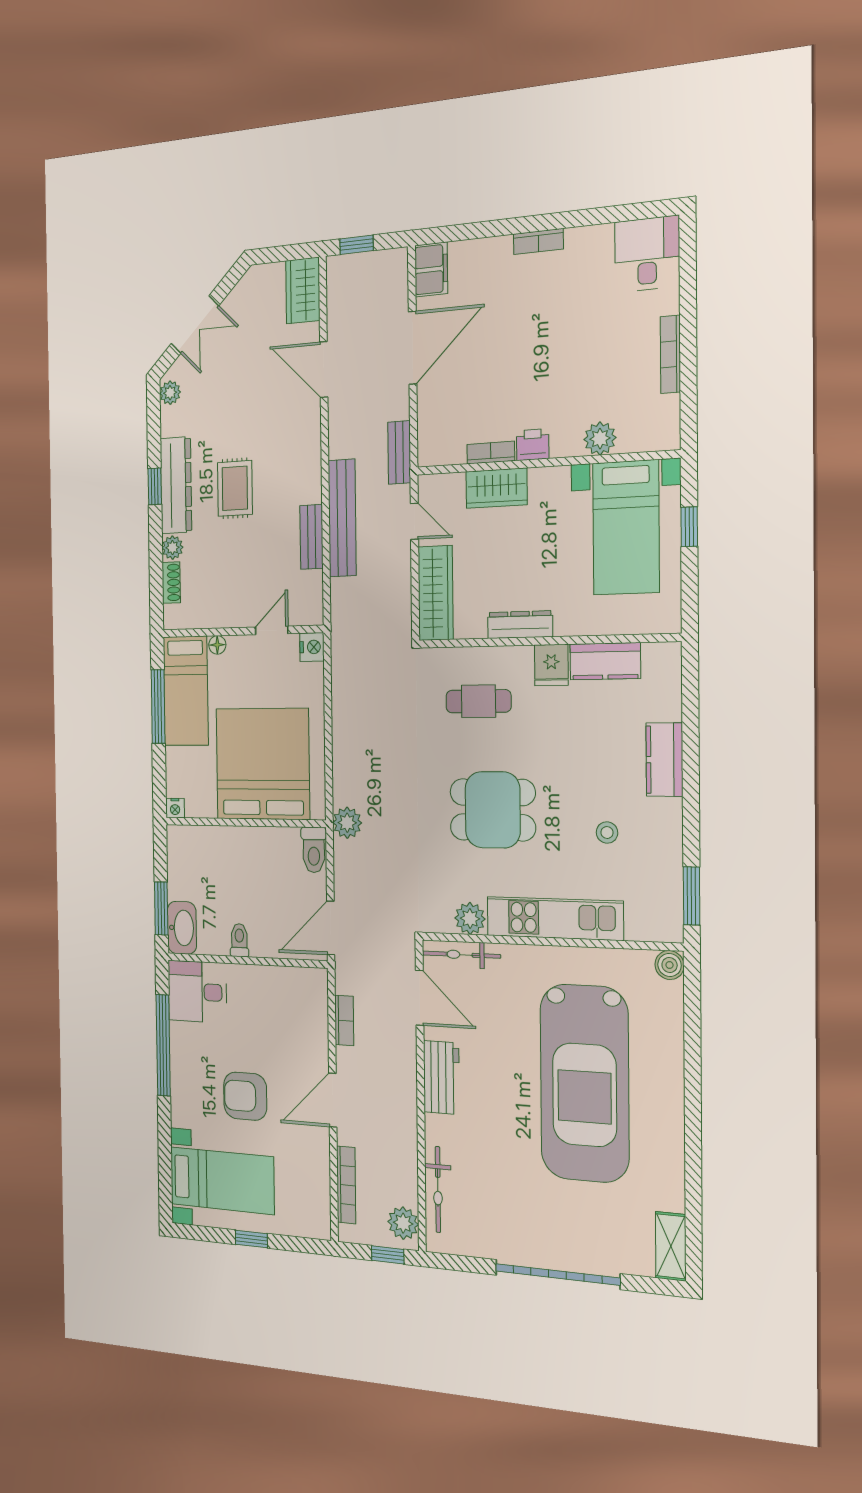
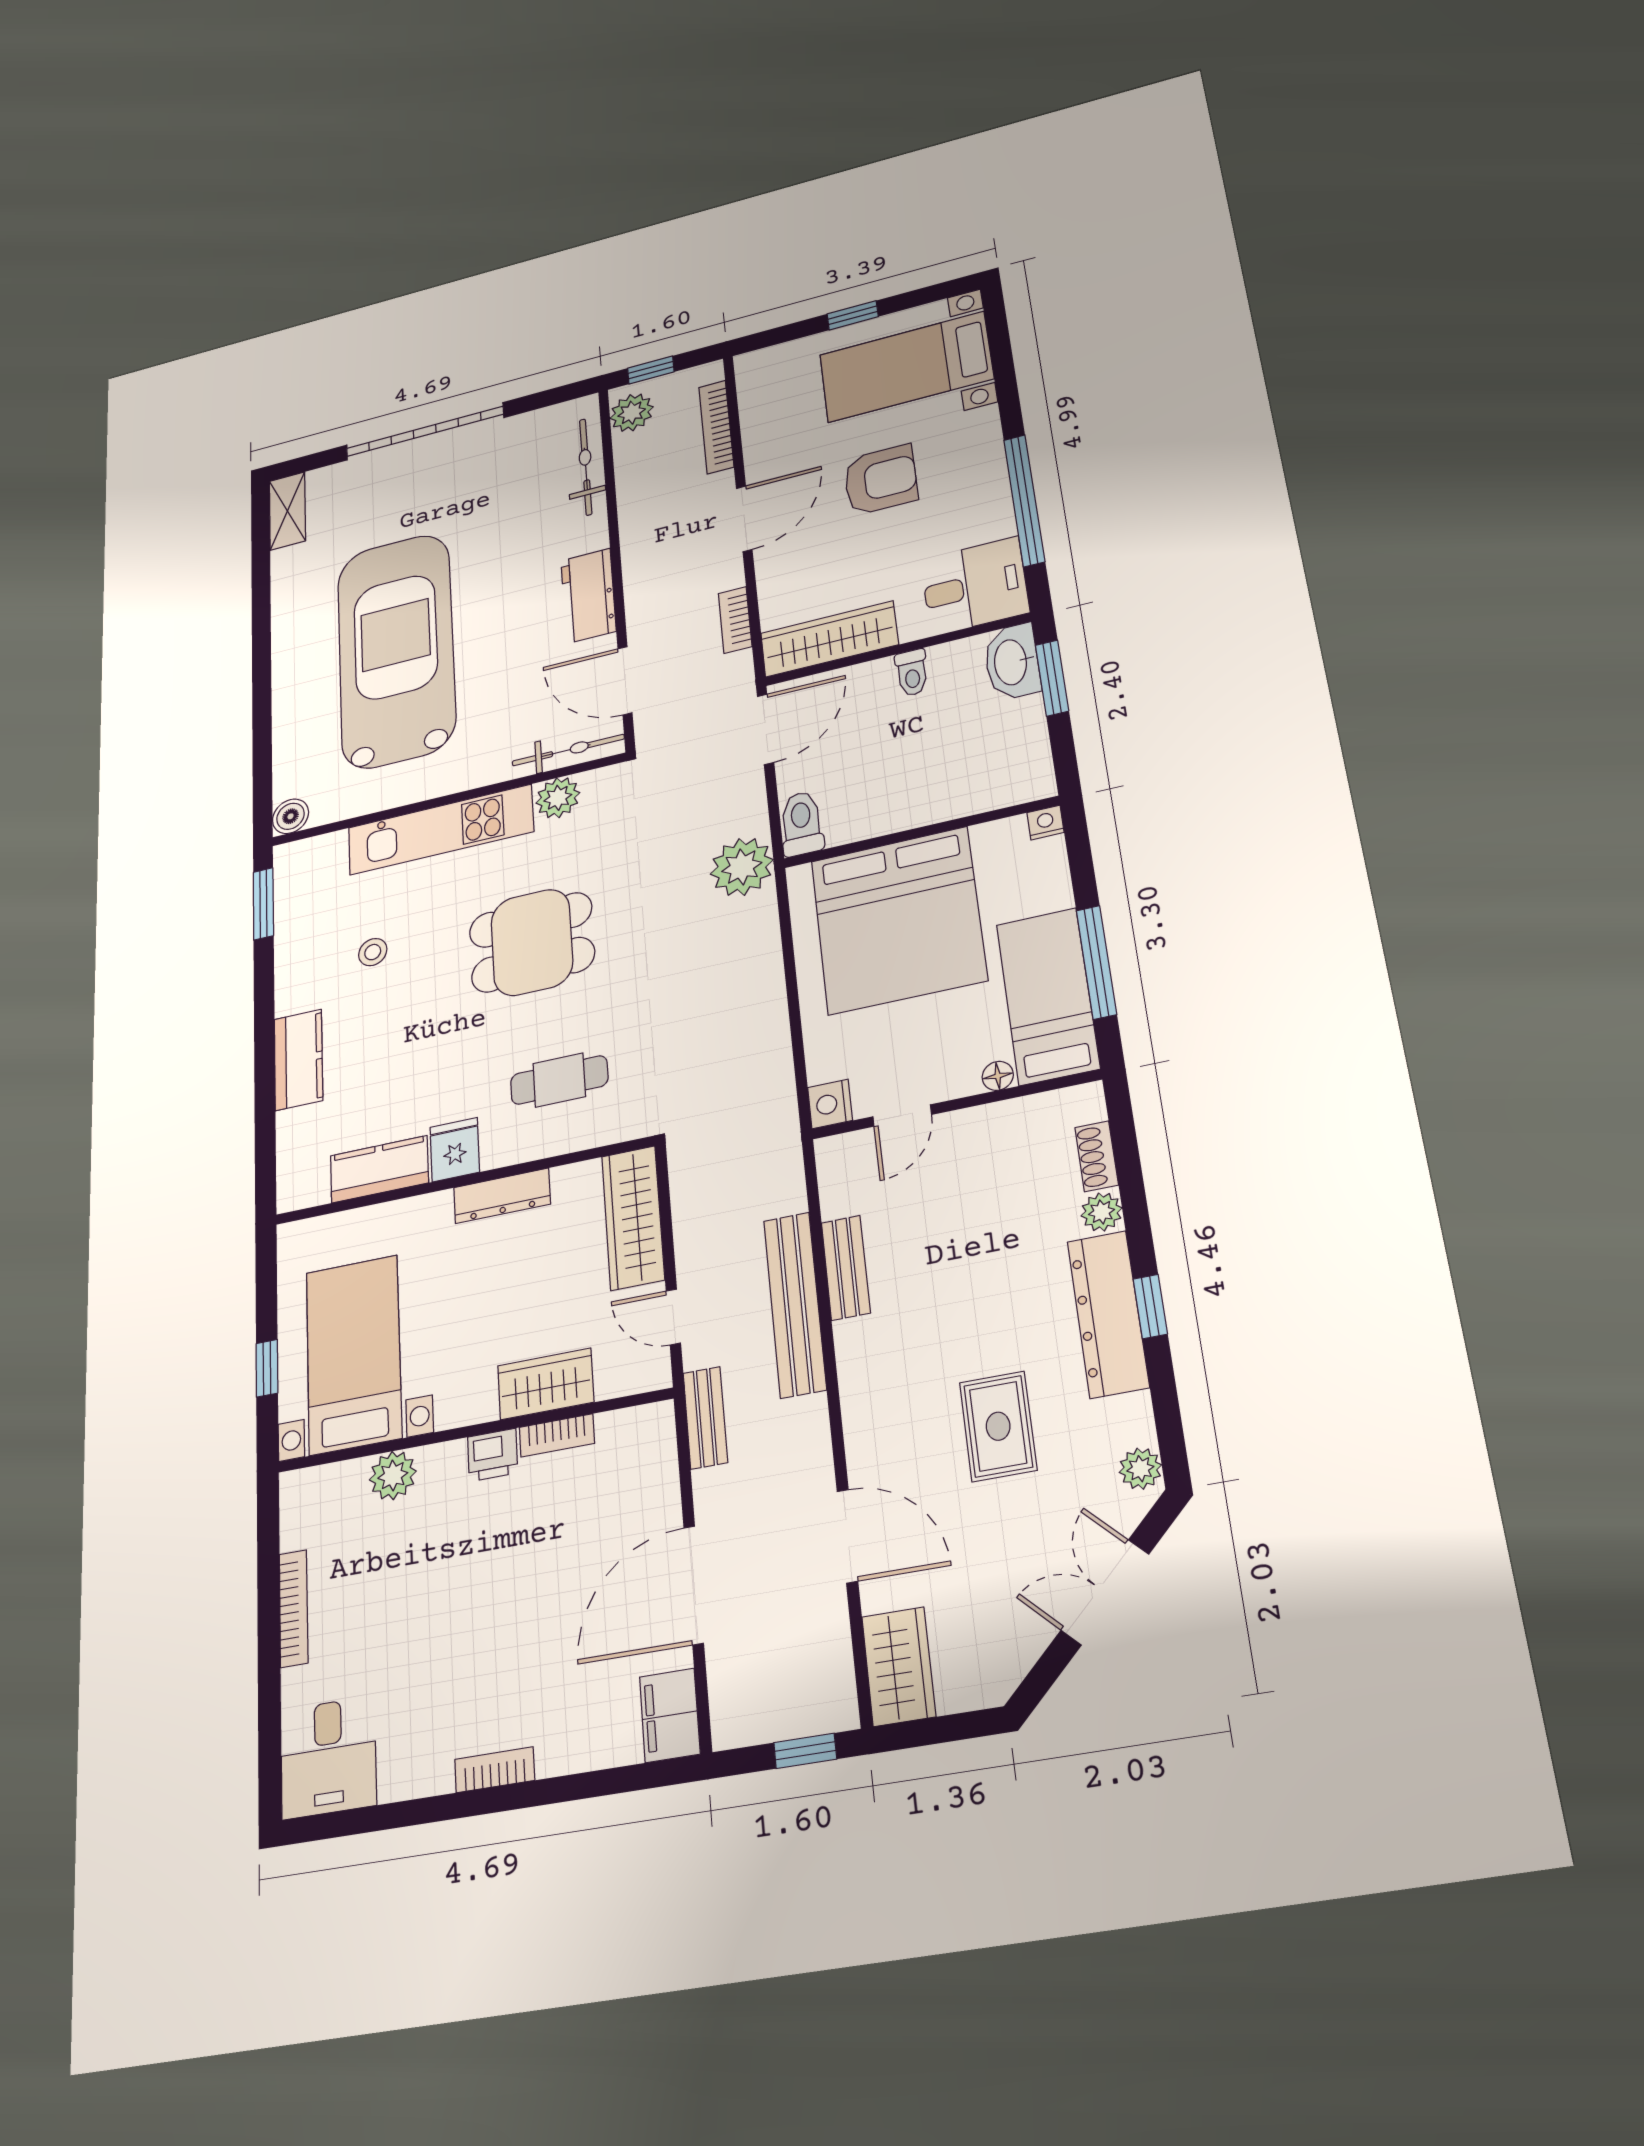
rug: (235, 488) -> (998, 1426), moved
plant: (347, 823) -> (742, 867), width x1.36, depth x1.36
wardrobe: (286, 984) -> (829, 639), added

